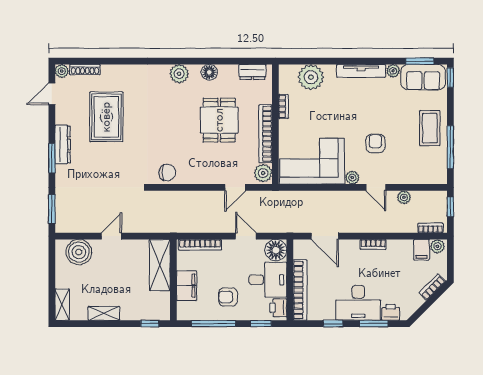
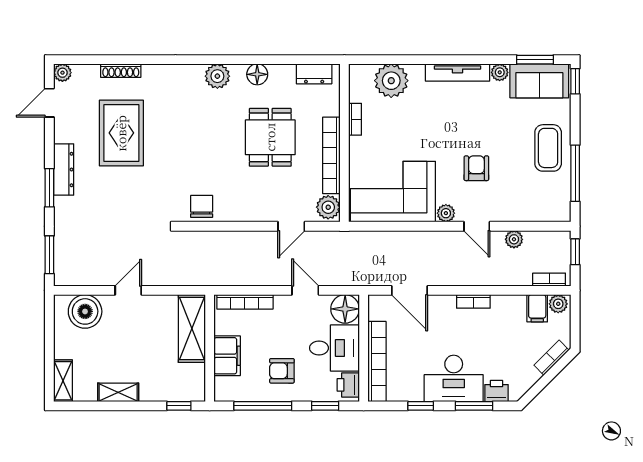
shoe rack: (85, 70) -> (121, 71), moved
chair: (167, 172) -> (202, 206), turned -90

